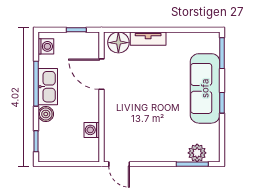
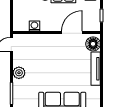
tv unit: (148, 39) -> (96, 69), width x1.41
plant: (197, 153) -> (19, 73), moved

